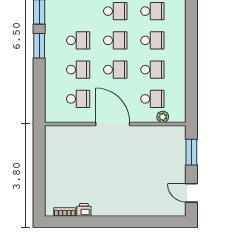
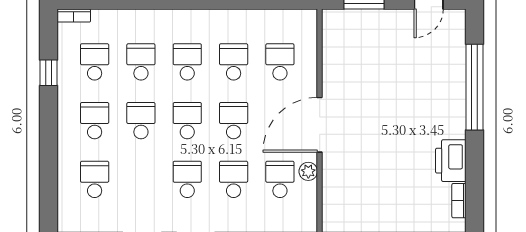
plant: (163, 117) -> (308, 171), moved
printer: (84, 210) -> (451, 161), width x1.87, depth x1.48
window: (136, 222) -> (474, 87), added

